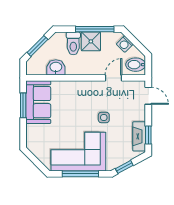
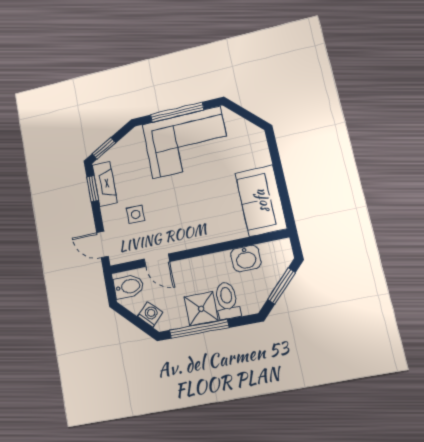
door: (113, 78) -> (157, 260), hinge flipped
window: (23, 105) -> (283, 191), removed
side table: (104, 118) -> (136, 214), moved
window: (124, 167) -> (104, 148), moved

